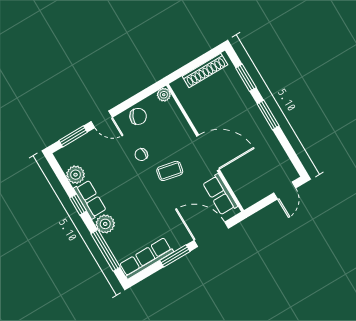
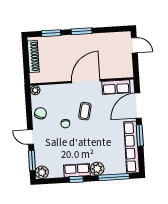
door: (102, 119) -> (31, 137), swing flipped
plant: (76, 175) -> (42, 172), moved
row of seats: (146, 258) -> (132, 147), width x1.36

